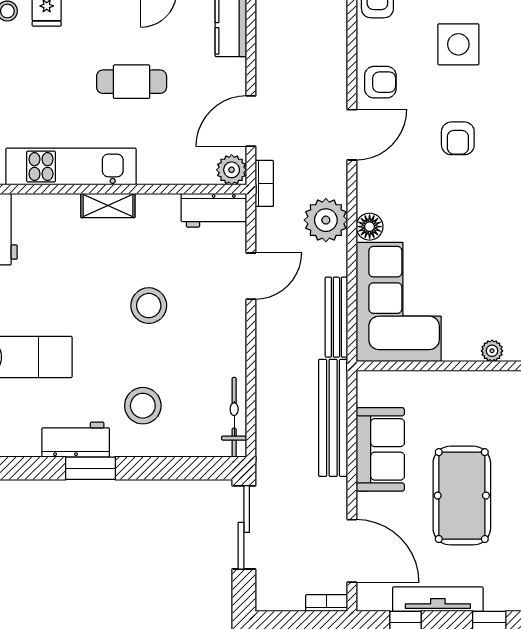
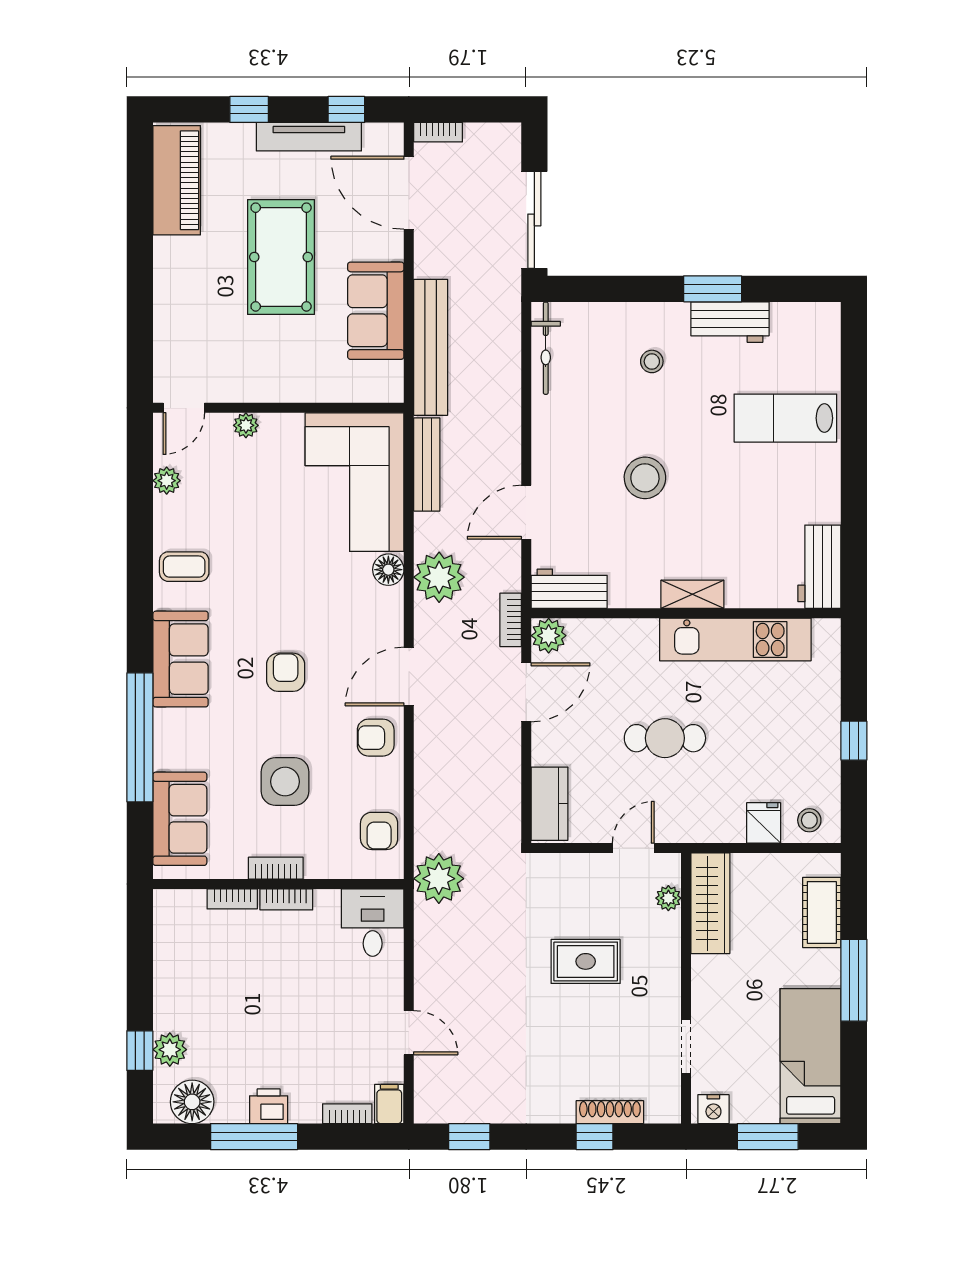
stool: (143, 406) -> (652, 361), width x0.53, depth x0.53

